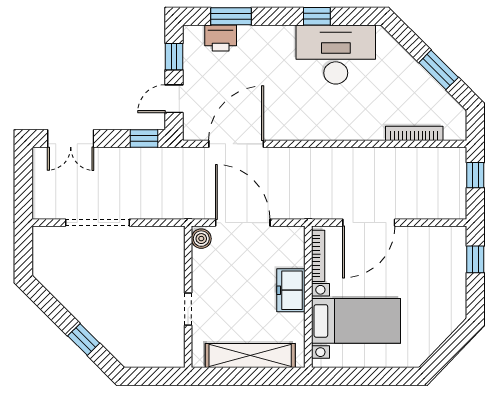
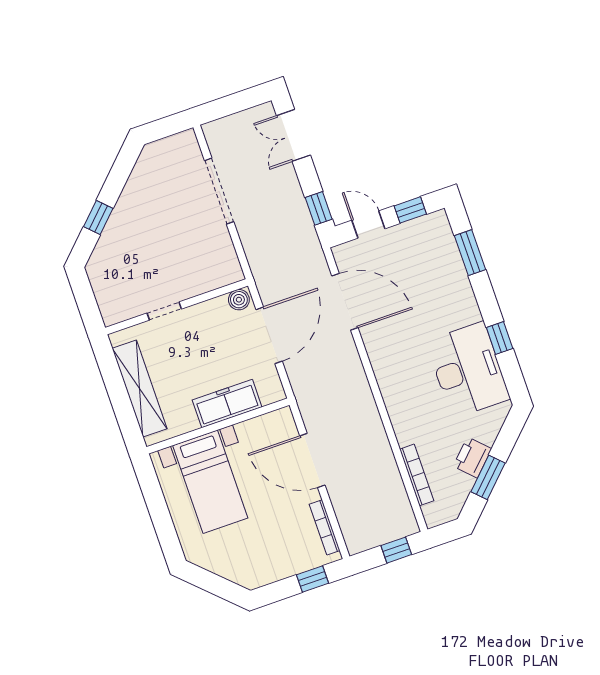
printer: (221, 38) -> (472, 457), moved, turned 45
bookcase: (318, 256) -> (325, 527), moved, turned 90
freezer: (291, 290) -> (227, 404), width x1.40

